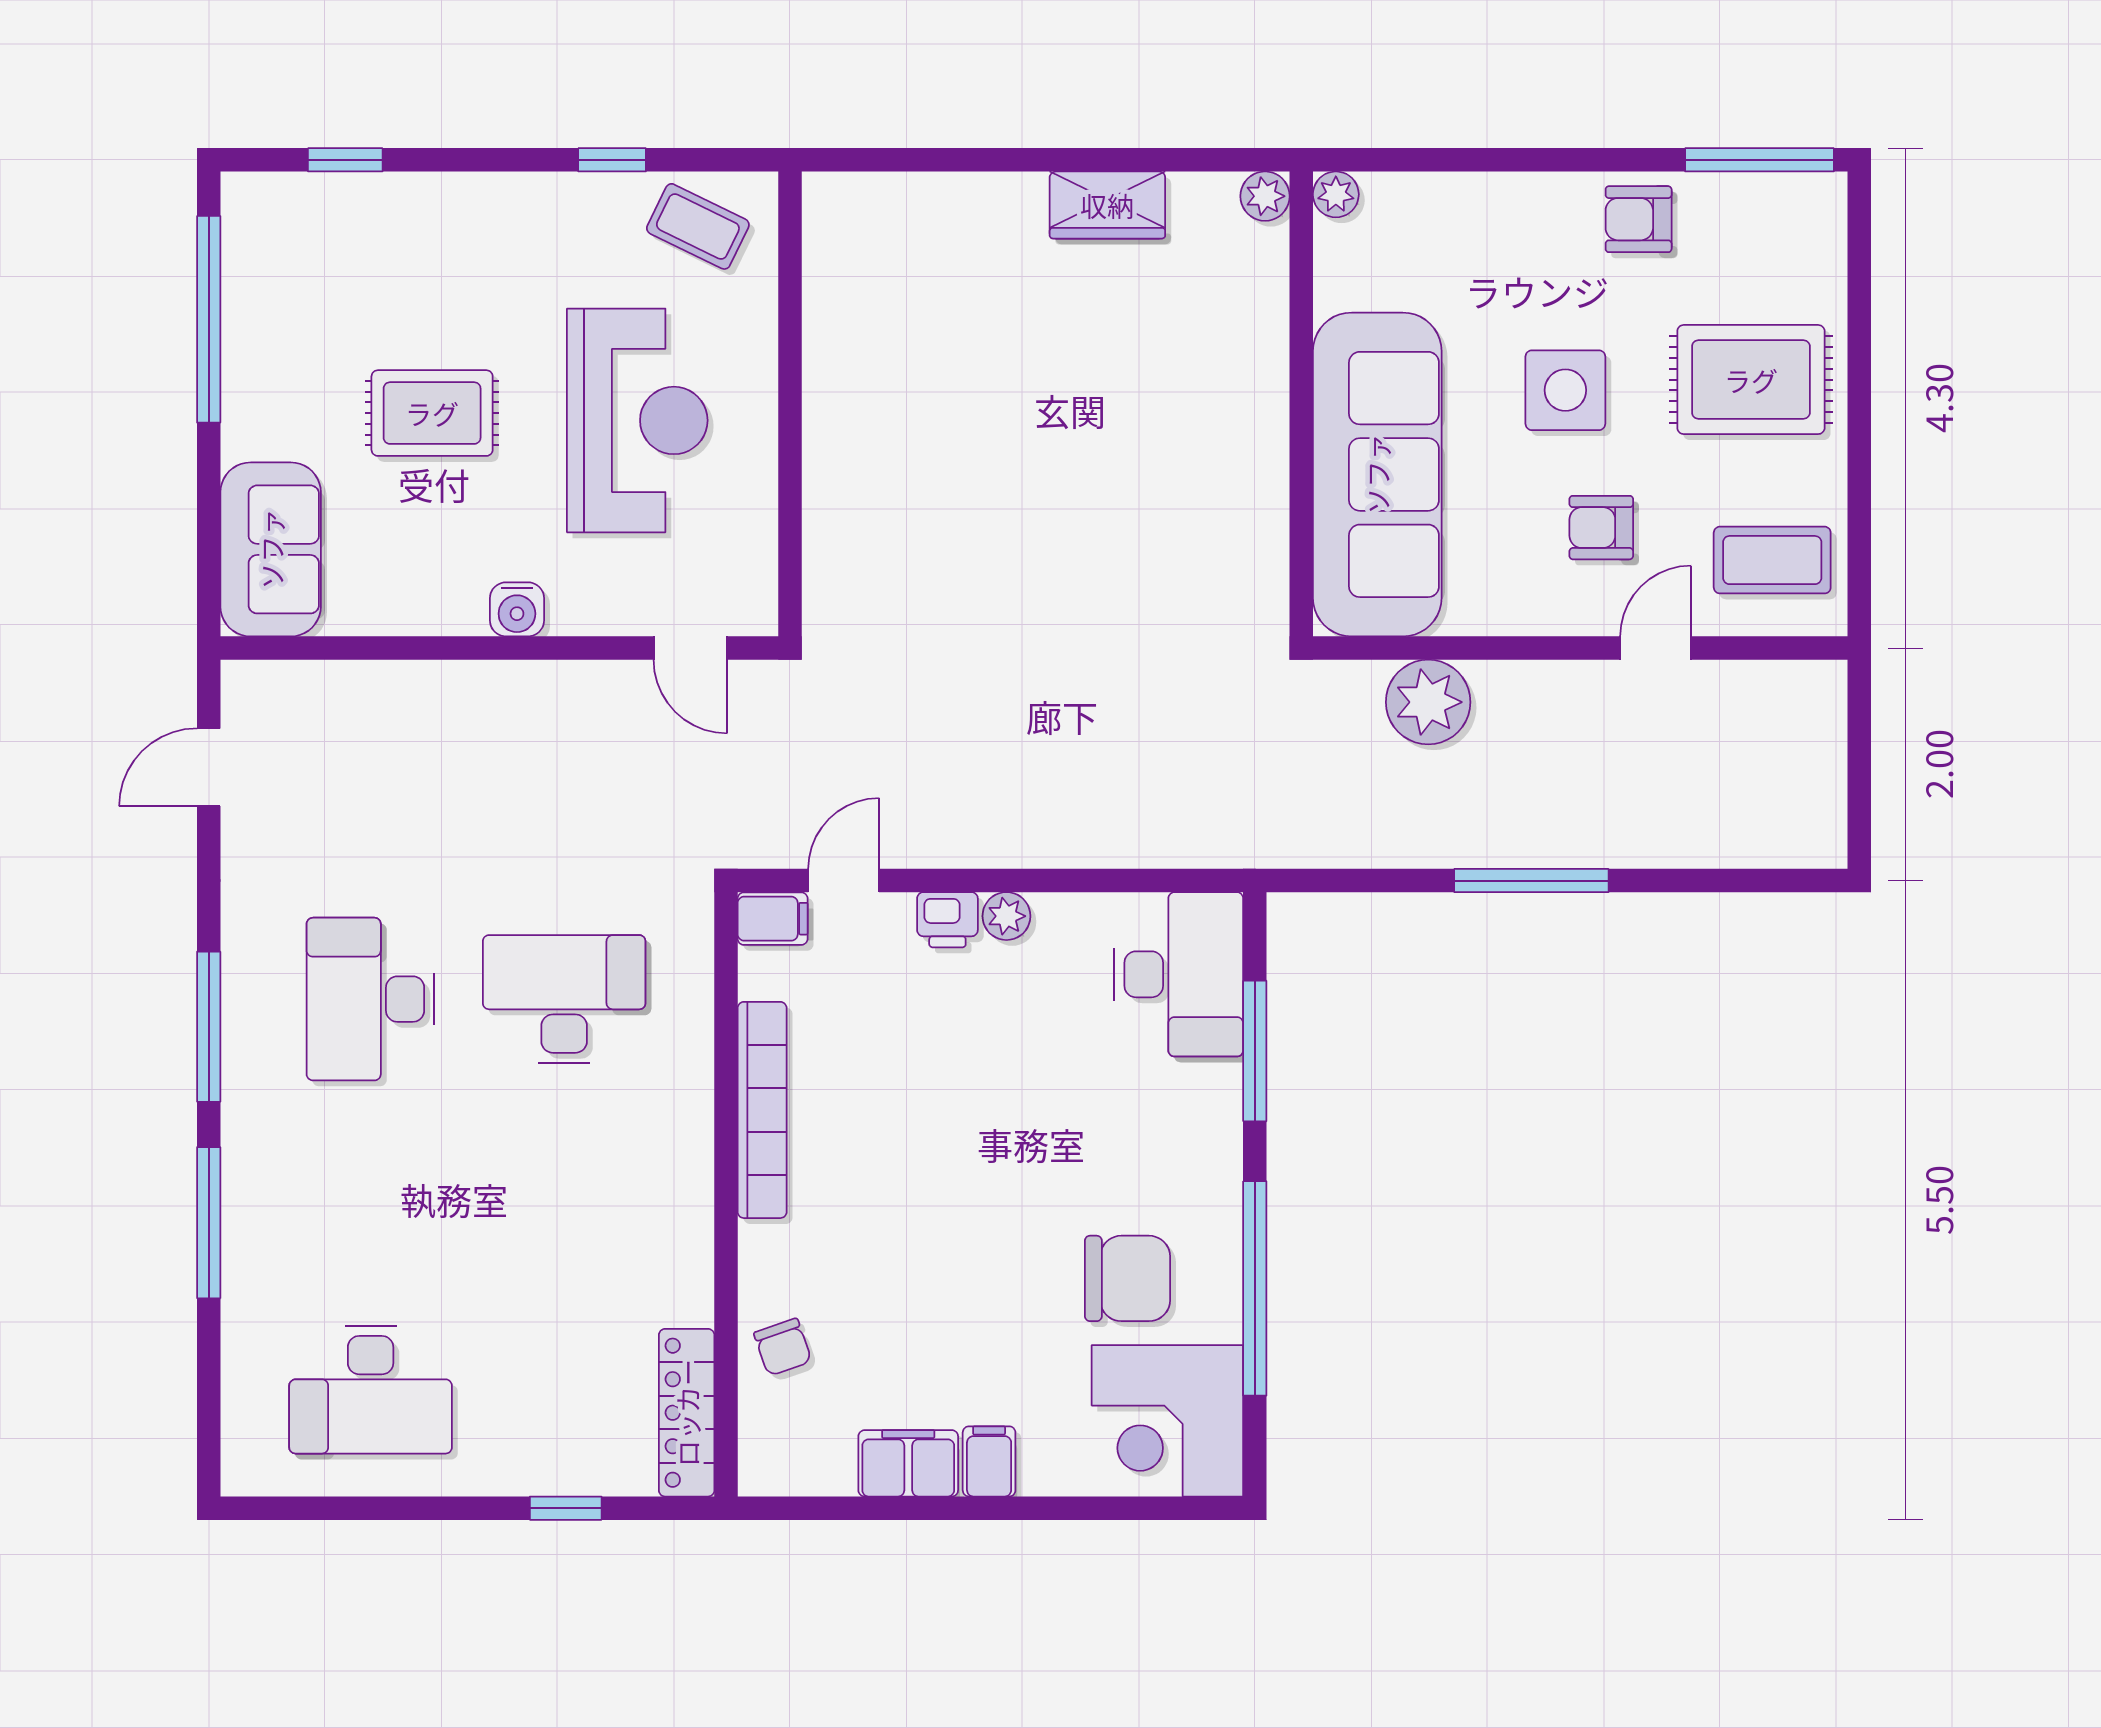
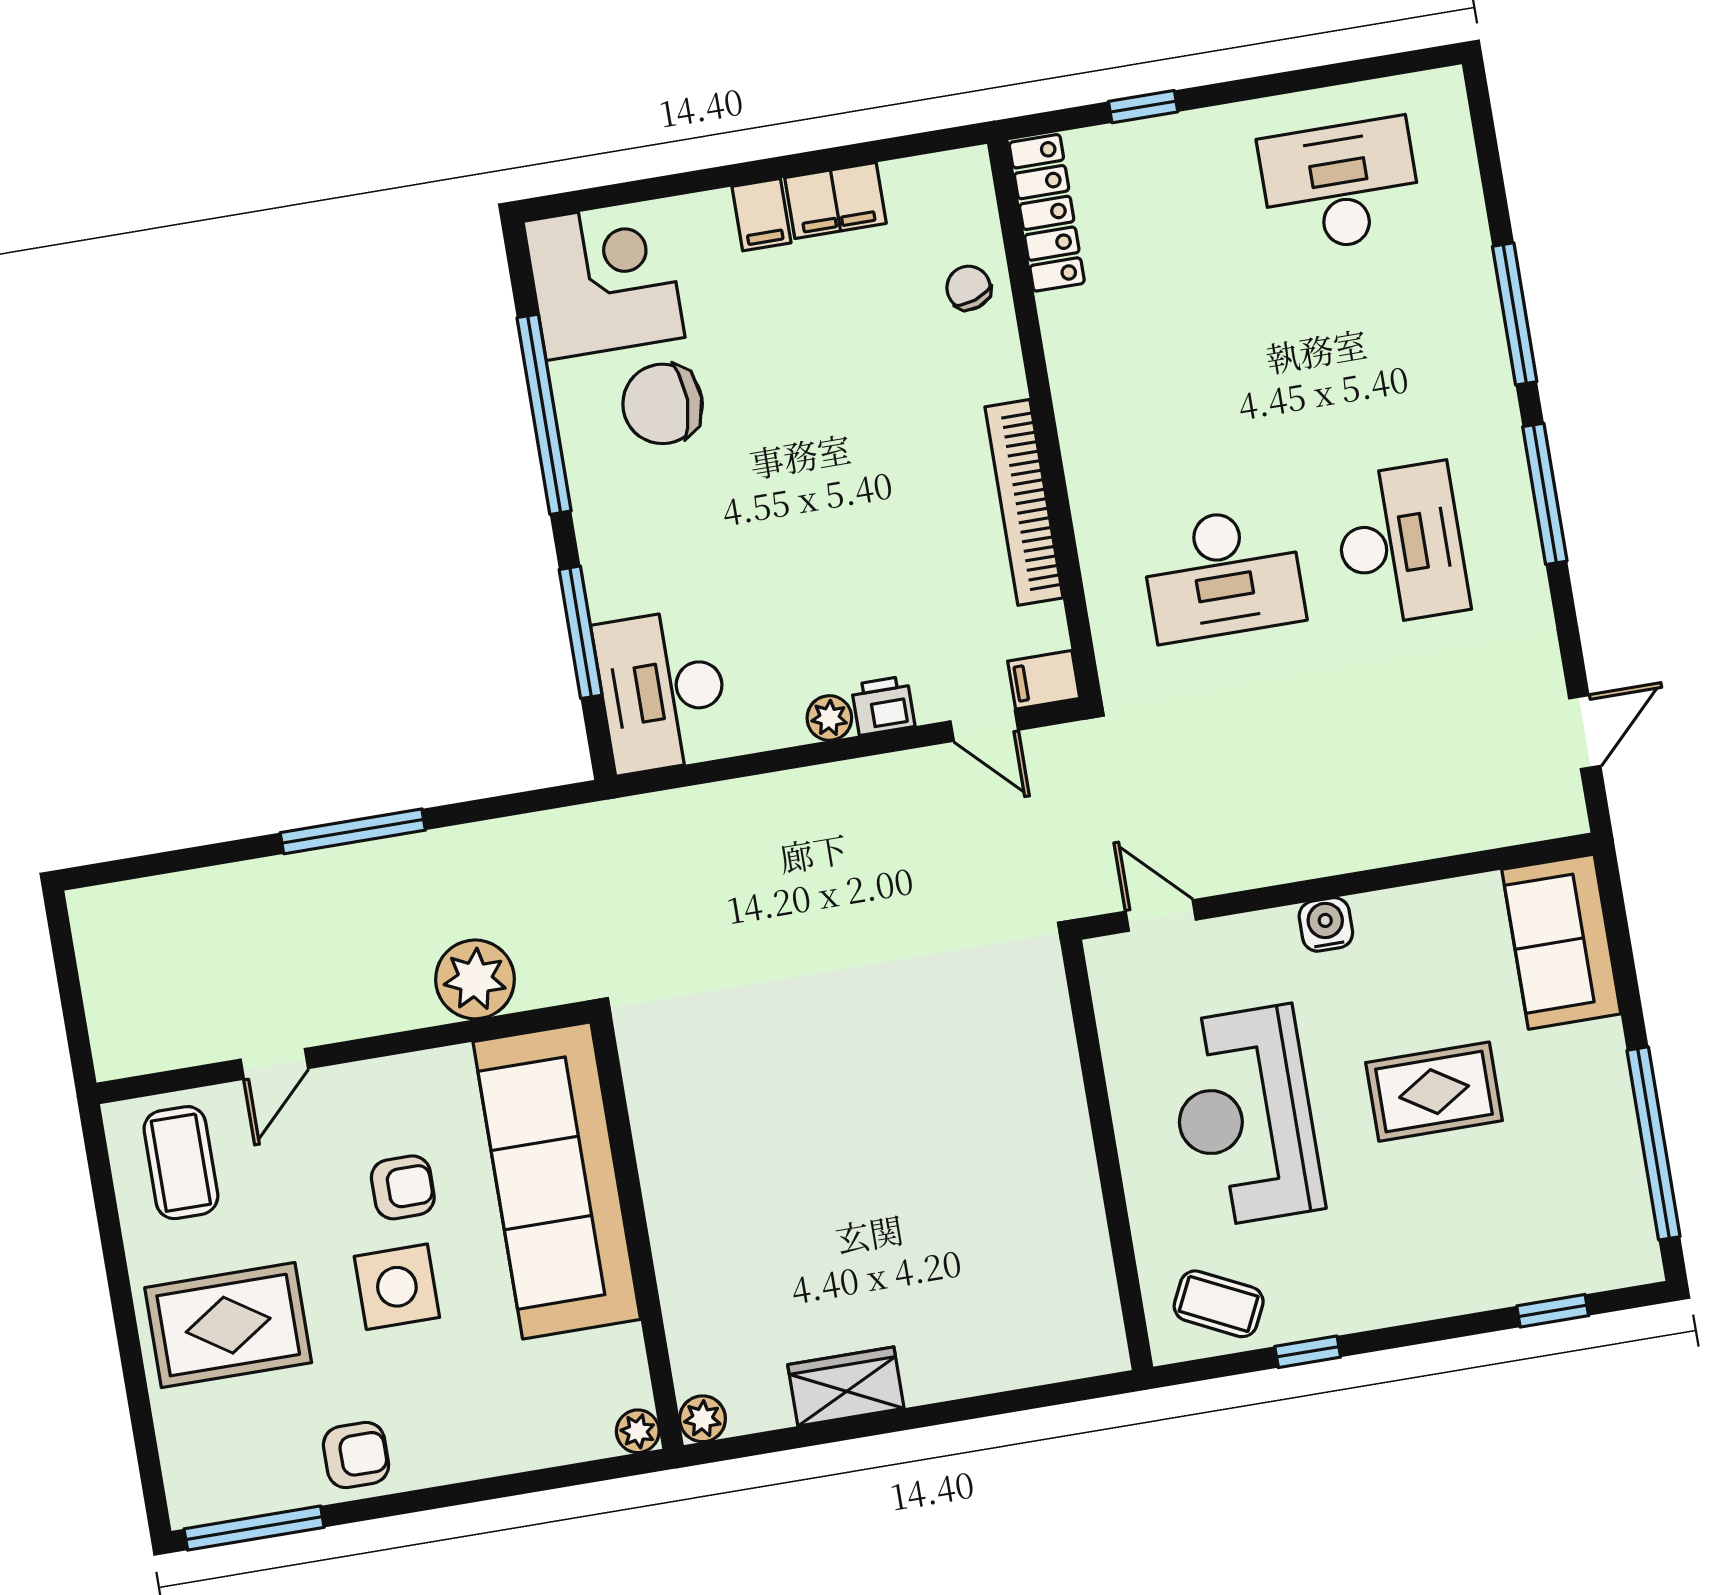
armchair: (1601, 528) -> (403, 1187), moved
coffee table: (1772, 560) -> (181, 1163), turned 90
door: (844, 881) -> (984, 726), hinge flipped

